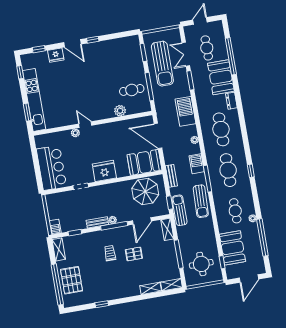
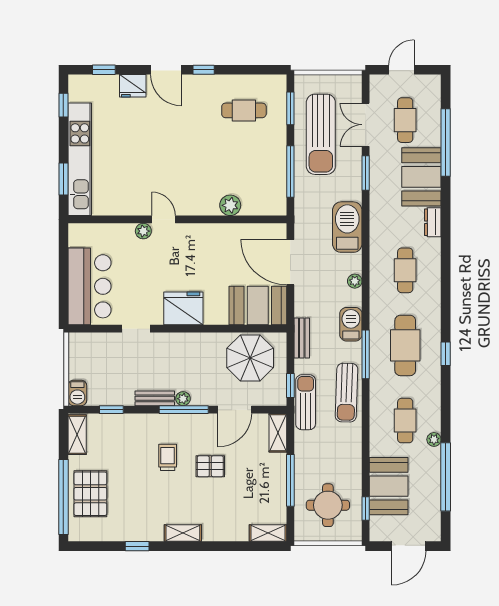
cafe table: (132, 90) -> (244, 110), moved
cafe table: (221, 129) -> (405, 270), width x0.73, depth x0.74
shelving: (151, 288) -> (183, 533), moved

